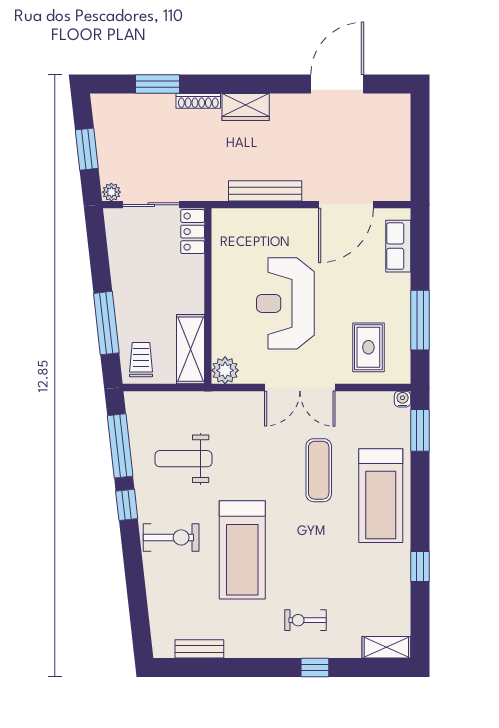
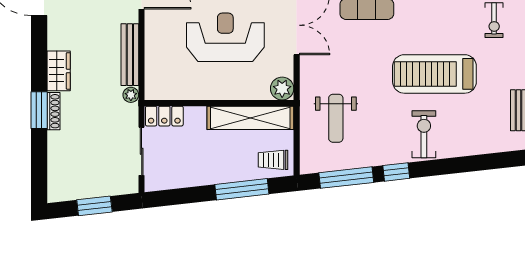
window: (157, 84) -> (39, 110), moved
plant: (111, 192) -> (131, 95), moved
reception desk: (285, 303) -> (225, 37), turned 180
shelving: (190, 349) -> (250, 118), width x1.47
weight bench: (183, 459) -> (336, 118), moved
treadmill: (242, 550) -> (434, 74), turned 180

